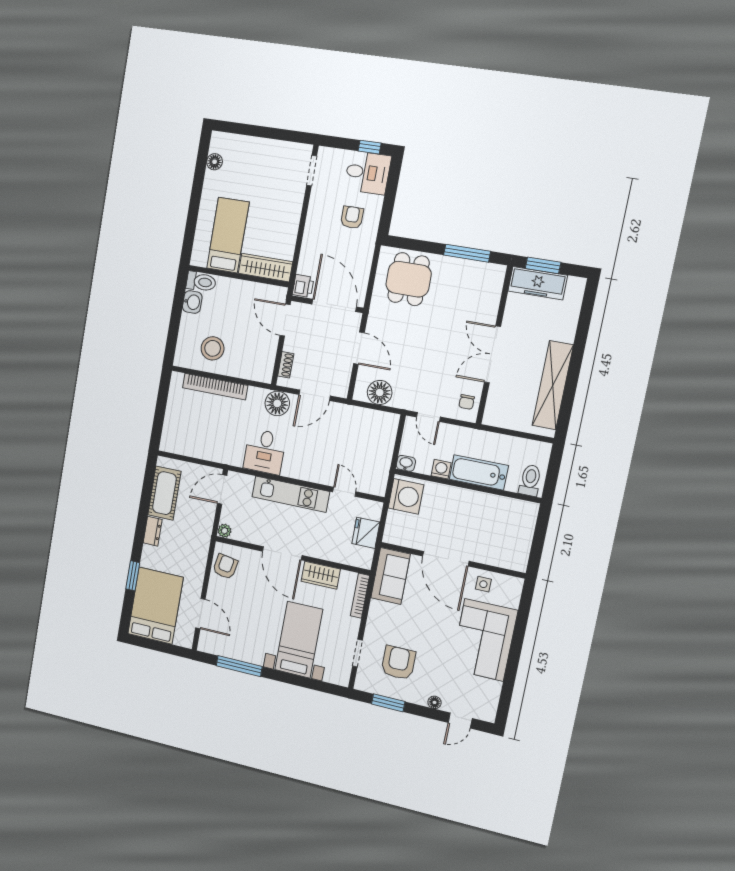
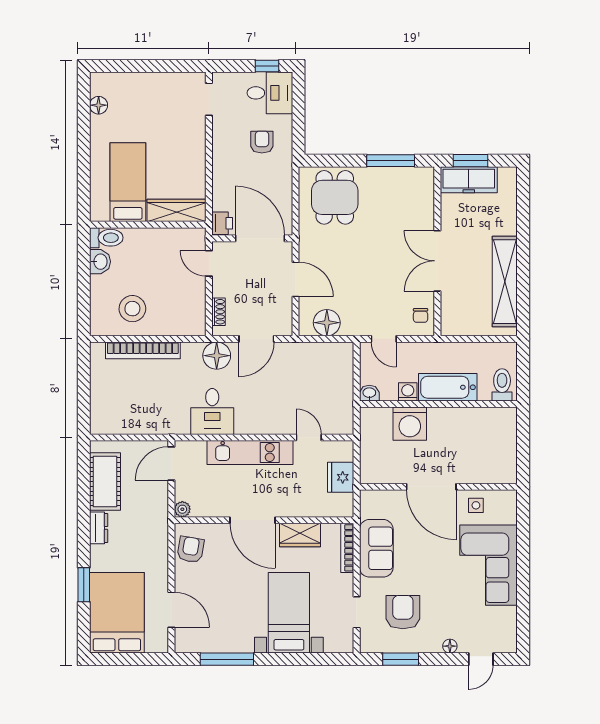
door: (285, 320) -> (209, 263), width x0.73
washing machine: (406, 496) -> (410, 424), moved, turned 90
sofa: (391, 576) -> (376, 548), moved

